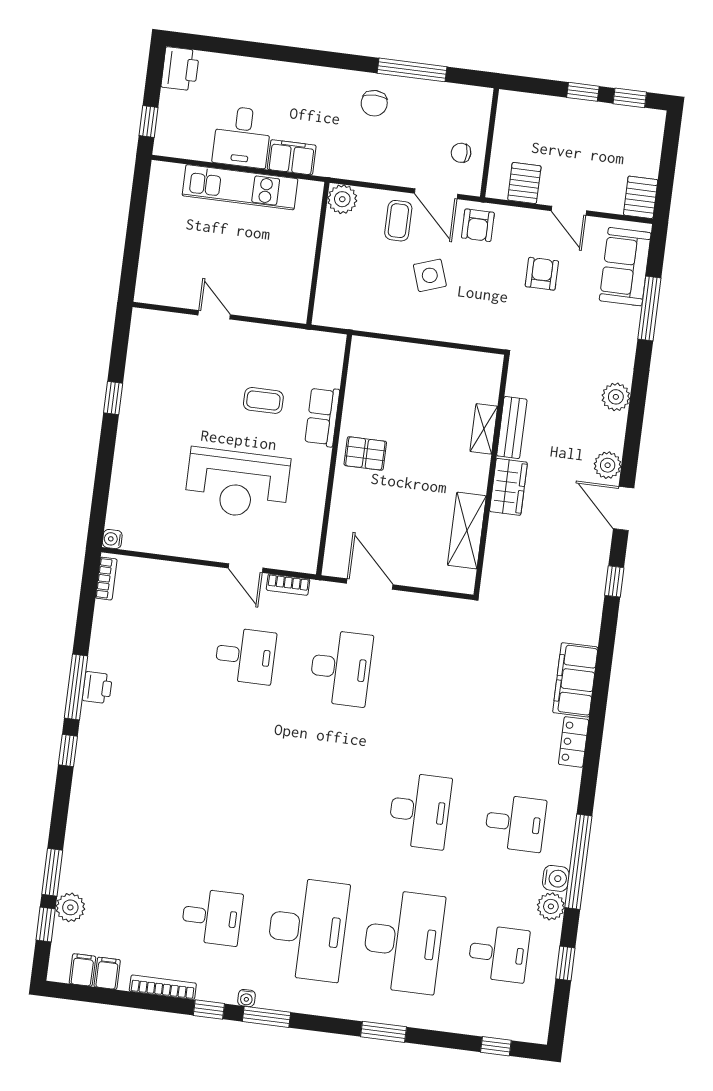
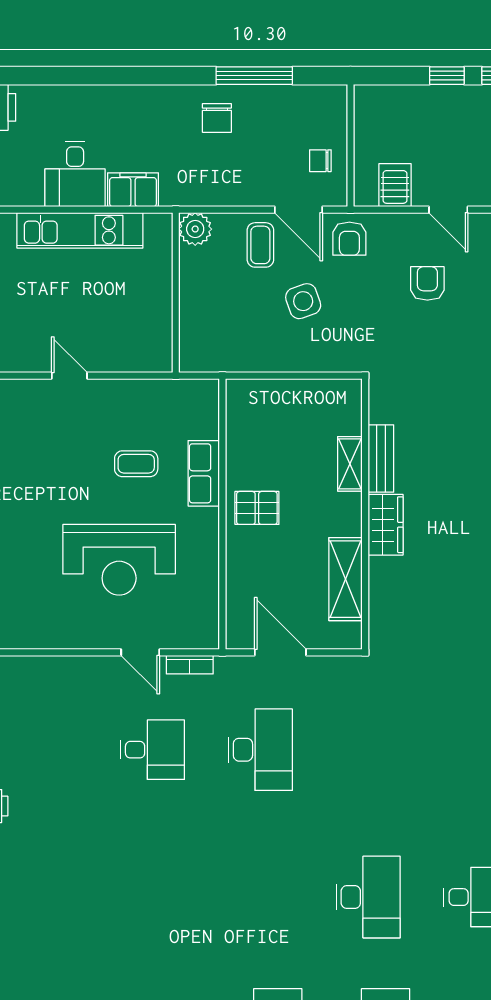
bench: (512, 428) -> (381, 458), moved
shelving: (484, 429) -> (350, 464), moved
wall: (492, 475) -> (365, 514), moved
wardrobe: (508, 487) -> (386, 525), moved
shelving: (467, 531) -> (346, 579), moved

